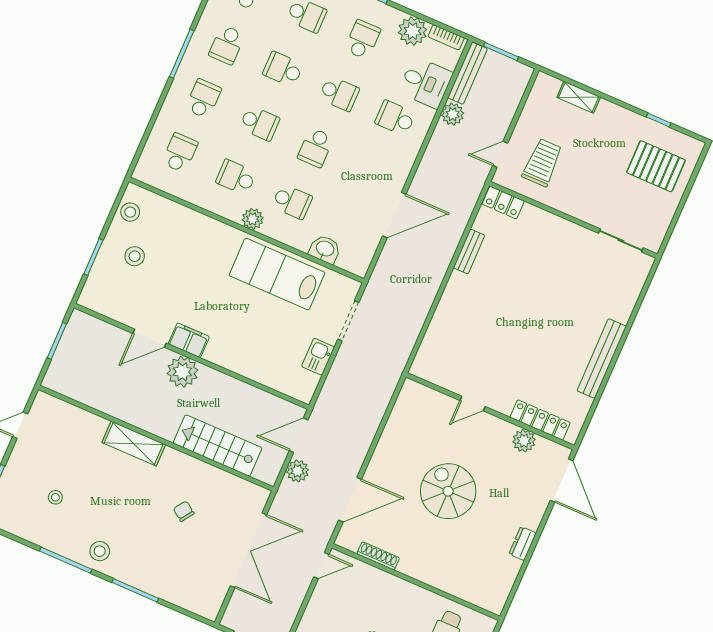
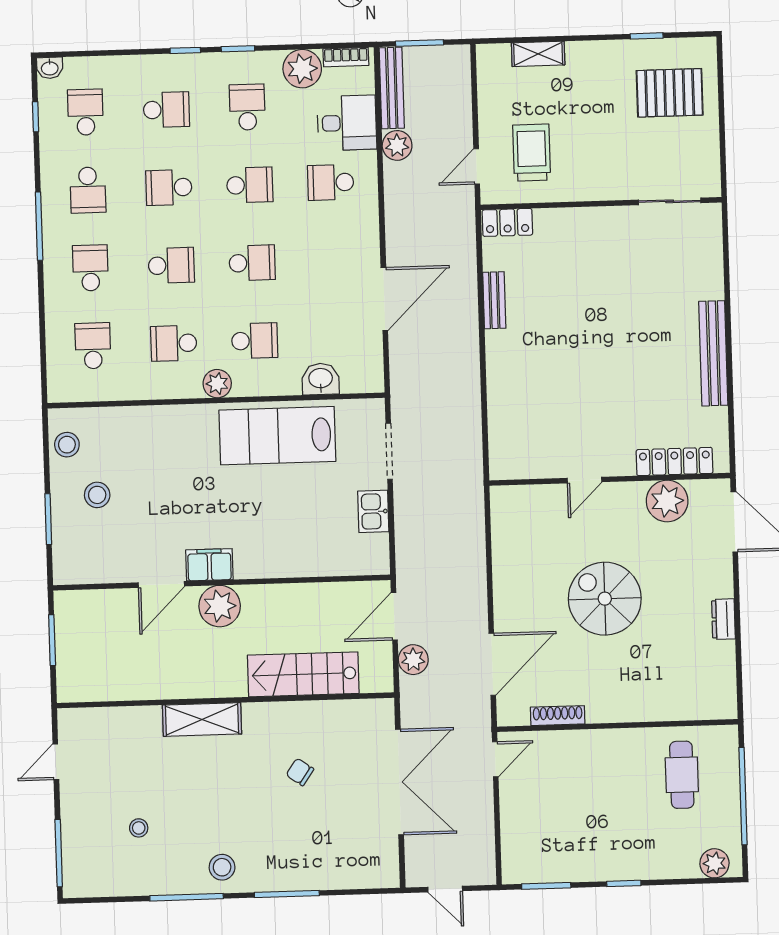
school desk: (316, 148) -> (252, 263), turned -90
plant: (524, 441) -> (667, 501), width x1.36, depth x1.36

